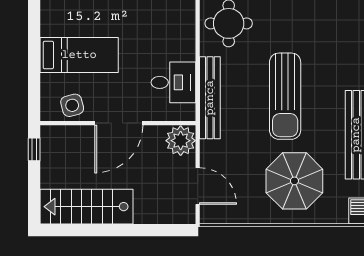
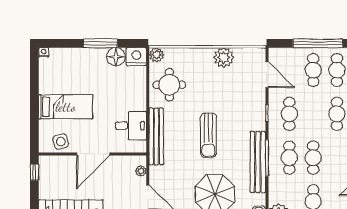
sun lounger: (285, 96) -> (208, 135), width x0.73, depth x0.75
plant: (181, 141) -> (141, 171), width x0.53, depth x0.53

